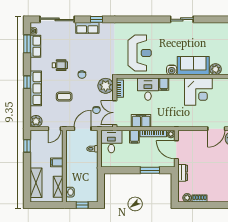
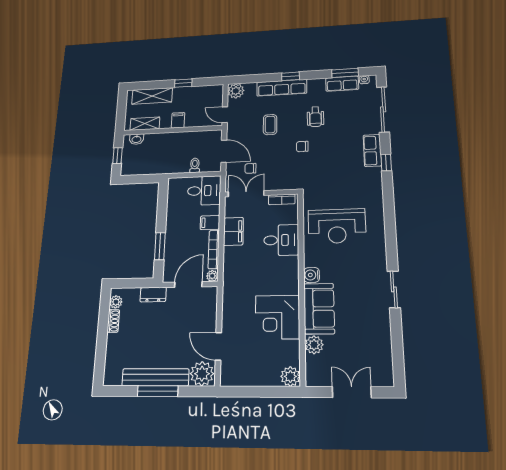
filing cabinet: (164, 84) -> (289, 264), removed
plant: (106, 86) -> (286, 179), removed
window: (27, 146) -> (183, 83), moved

